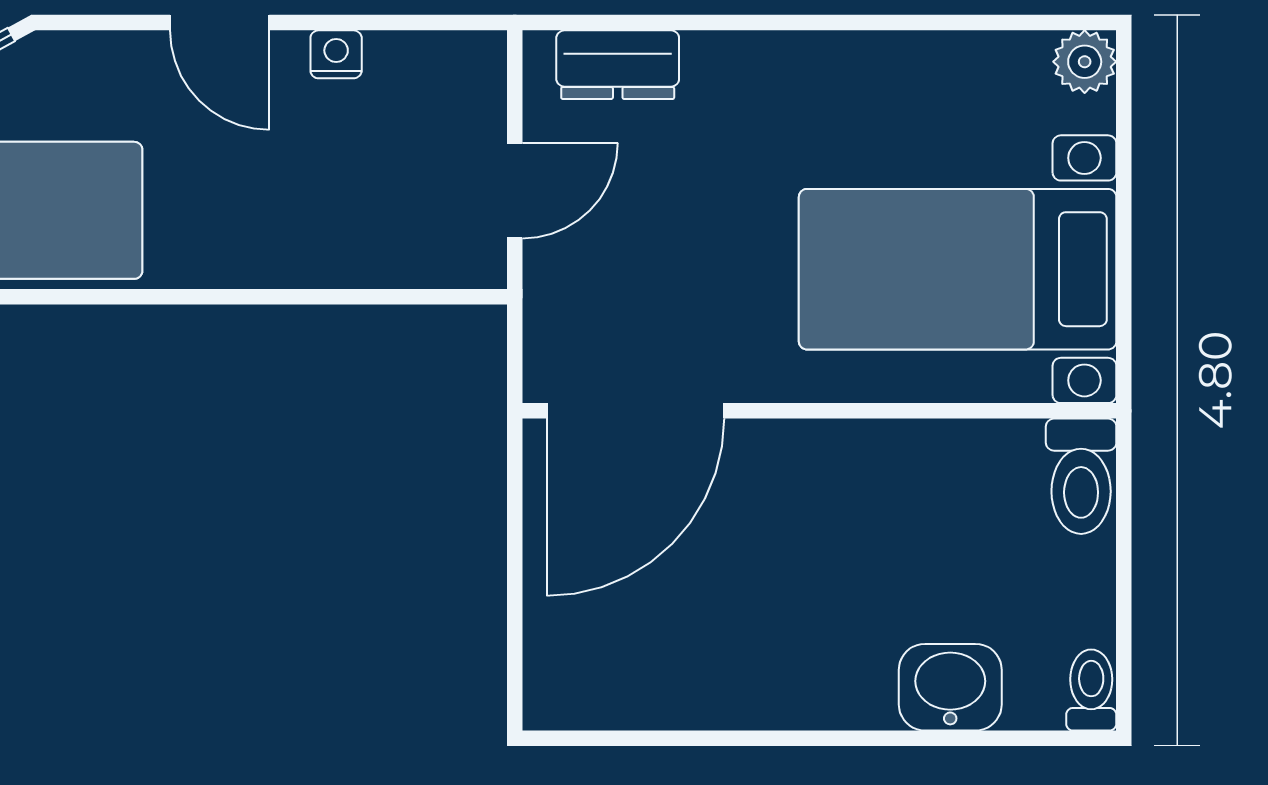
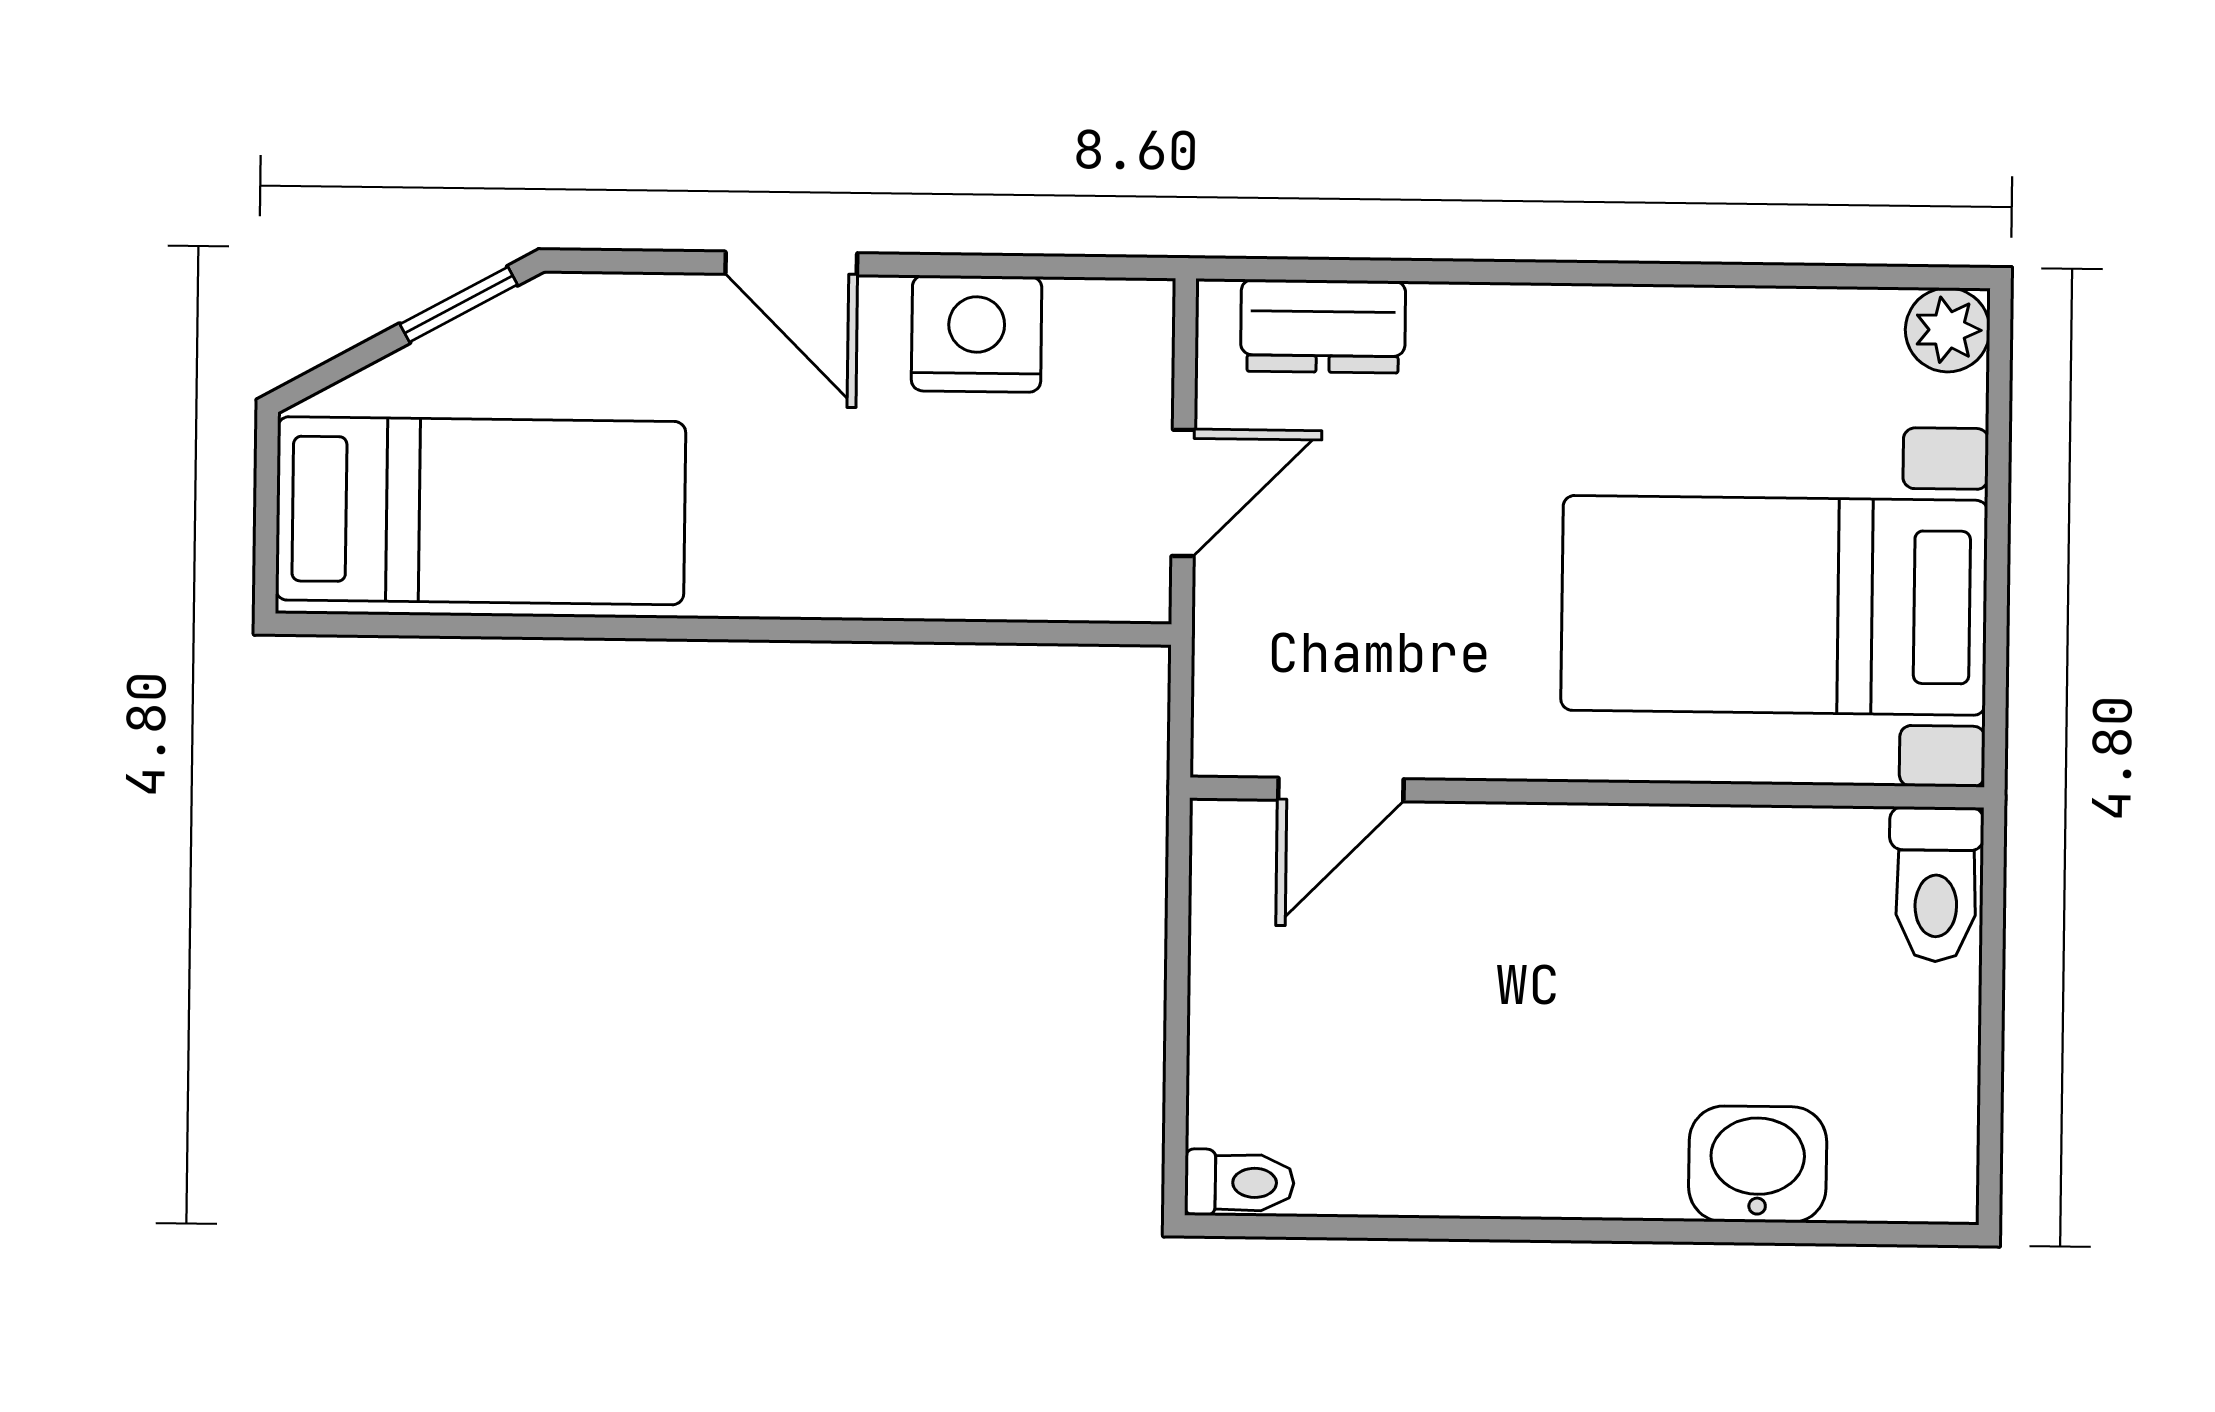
nightstand: (336, 54) -> (977, 334), width x1.89, depth x1.79
door: (635, 411) -> (1341, 790), width x0.53
toilet: (1091, 690) -> (1239, 1183), moved, turned 90

